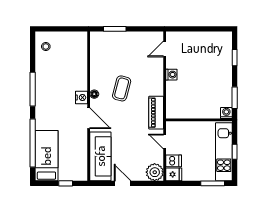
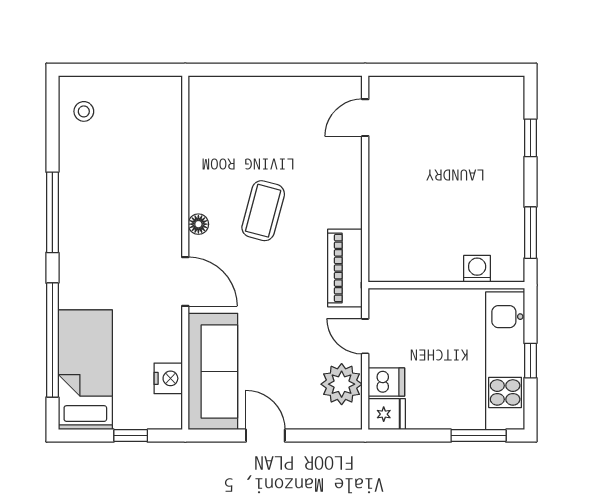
window: (115, 29) -> (247, 70), removed
washing machine: (171, 75) -> (381, 178), removed
nightstand: (81, 97) -> (168, 378), moved
washing machine: (226, 113) -> (477, 269), moved
plant: (155, 172) -> (342, 384), moved

